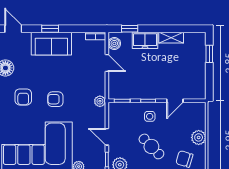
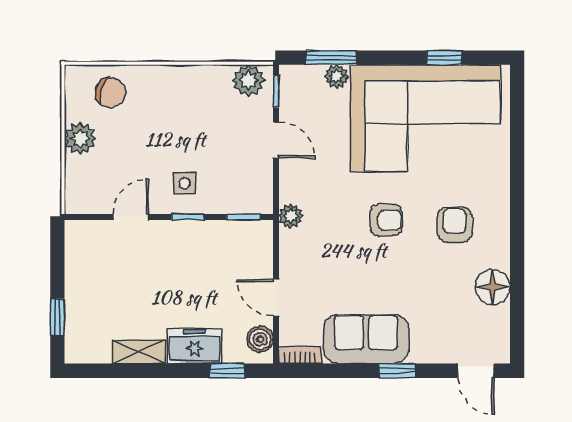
sofa: (51, 44) -> (366, 339), moved
cafe table: (151, 146) -> (181, 119), removed

